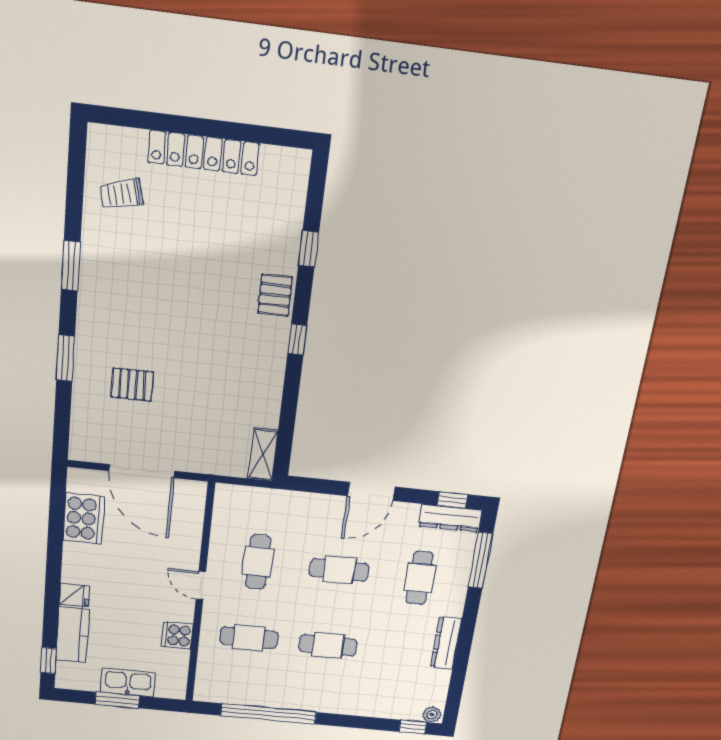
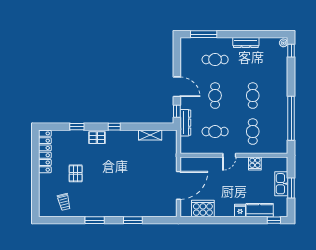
locker: (204, 153) -> (45, 152), moved
pallet: (132, 385) -> (76, 173), moved
shelving: (263, 455) -> (150, 135), moved
window: (452, 500) -> (177, 111), moved
dresser: (450, 518) -> (185, 123), moved

